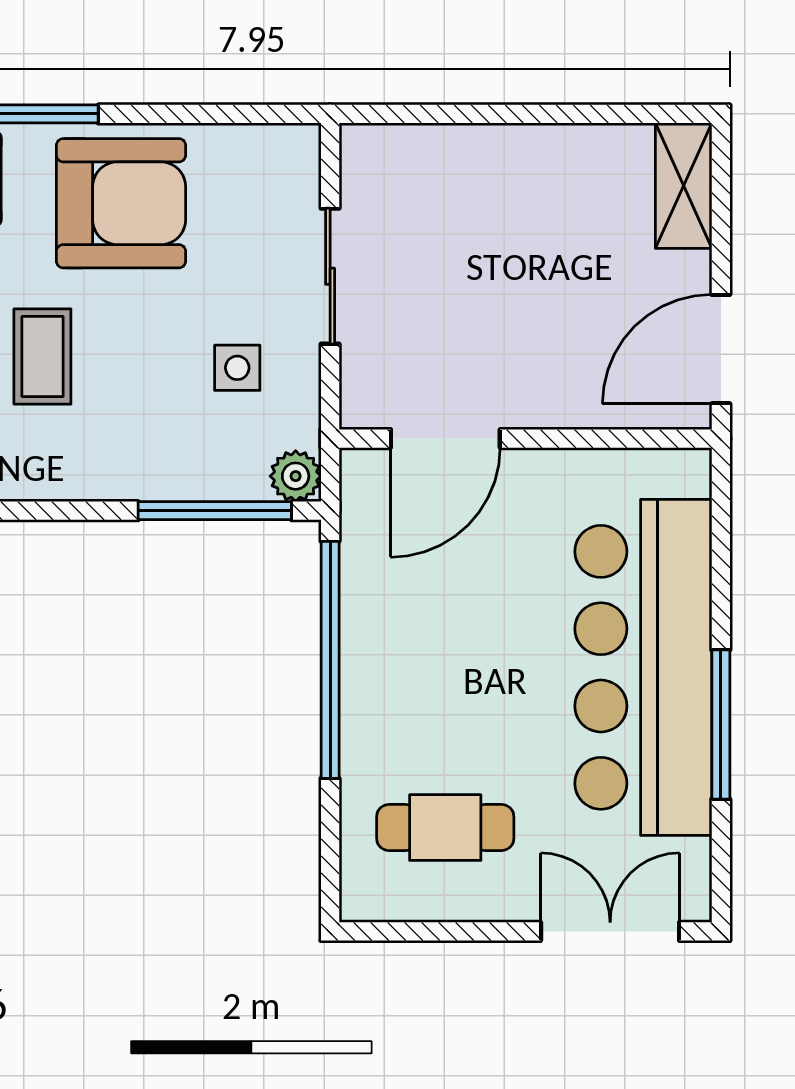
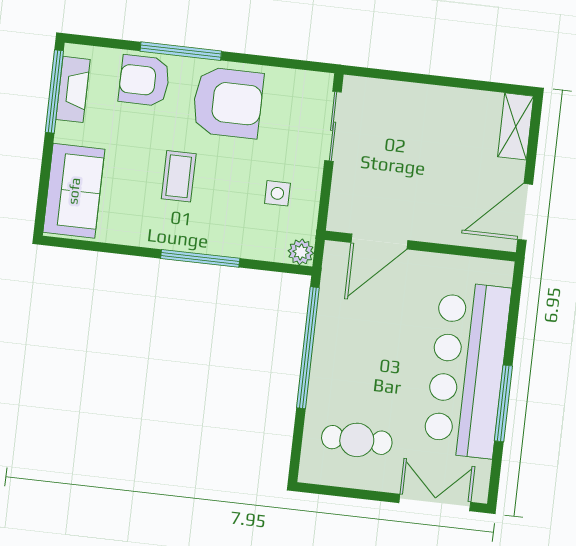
sliding door: (330, 276) -> (333, 126), moved
window: (215, 511) -> (200, 258), moved

